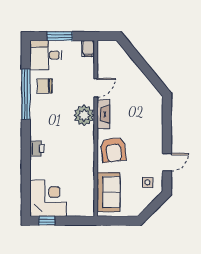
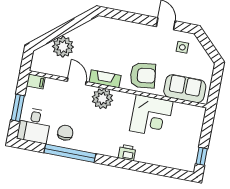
plant: (126, 68) -> (63, 47), added
chair: (45, 86) -> (65, 133), turned 180
corner desk: (48, 198) -> (151, 116), moved, turned 180

